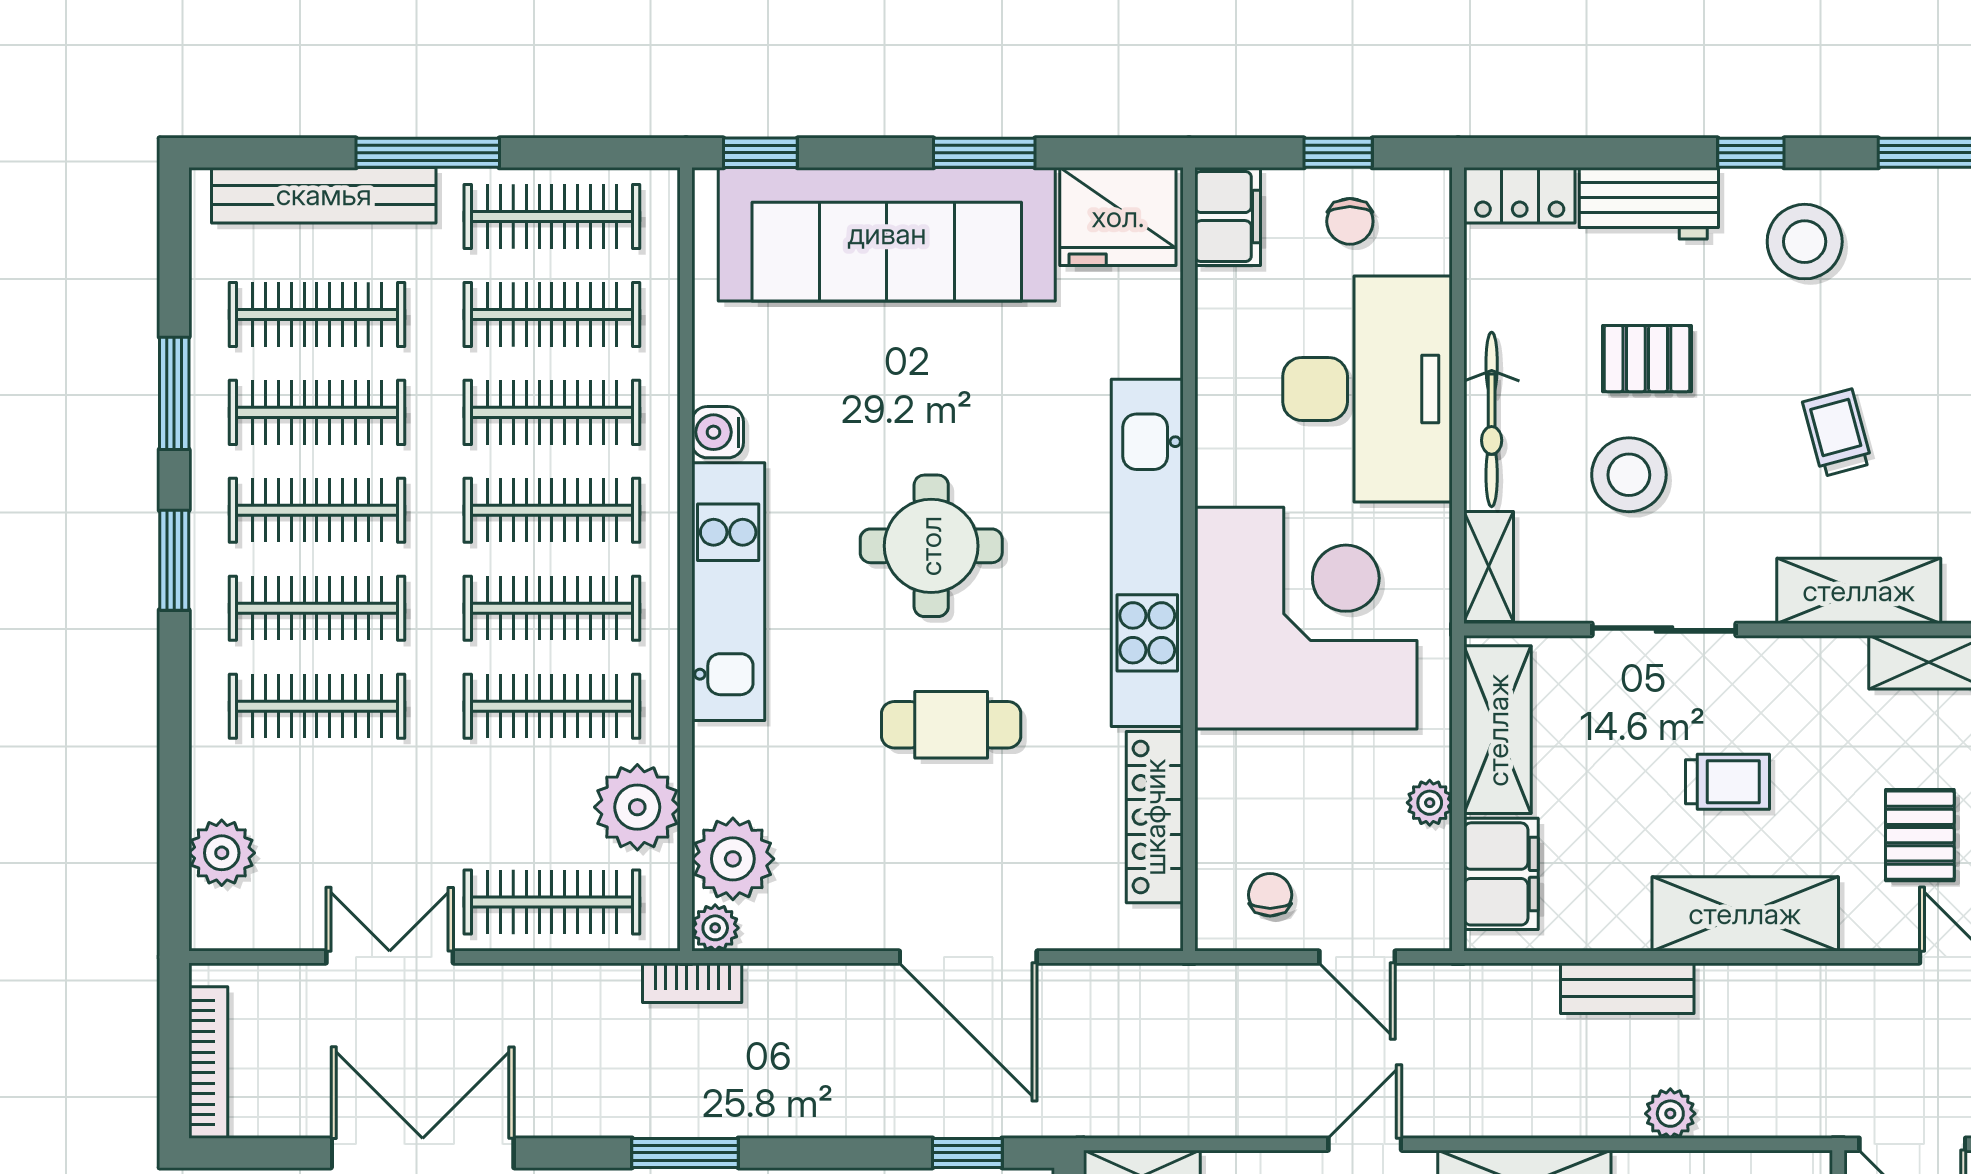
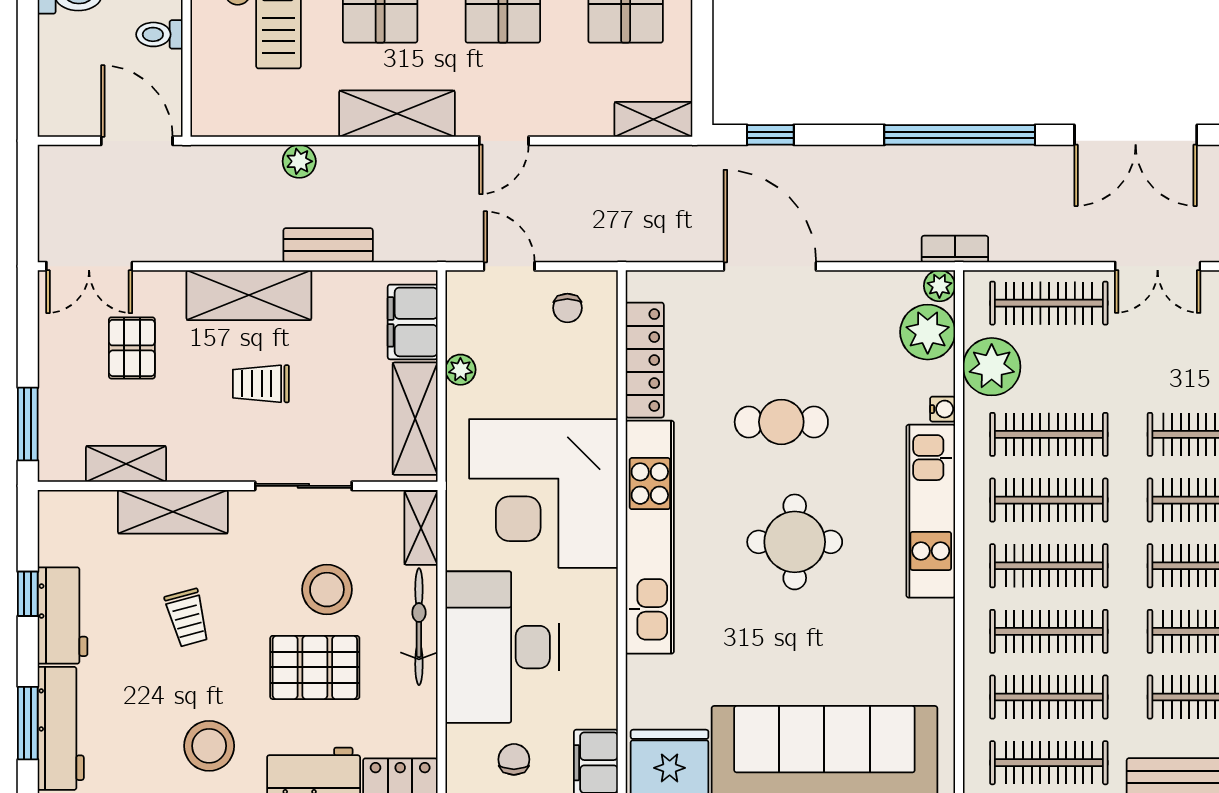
pallet: (1647, 359) -> (315, 667), width x1.50, depth x1.42
water cooler: (718, 432) -> (943, 409), moved, width x0.72, depth x0.72
window: (685, 1153) -> (960, 135), width x2.11

